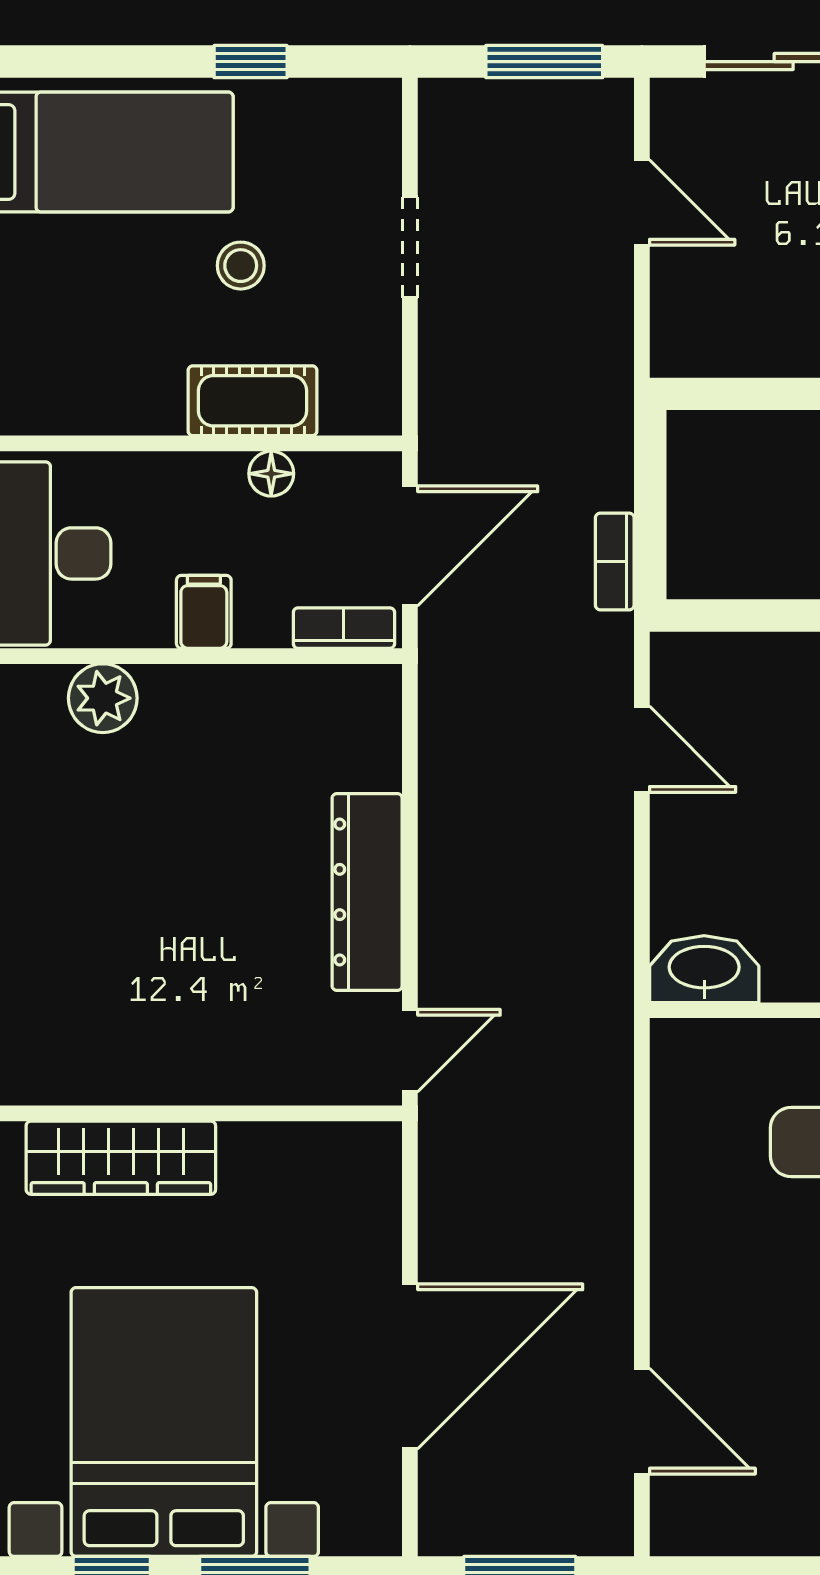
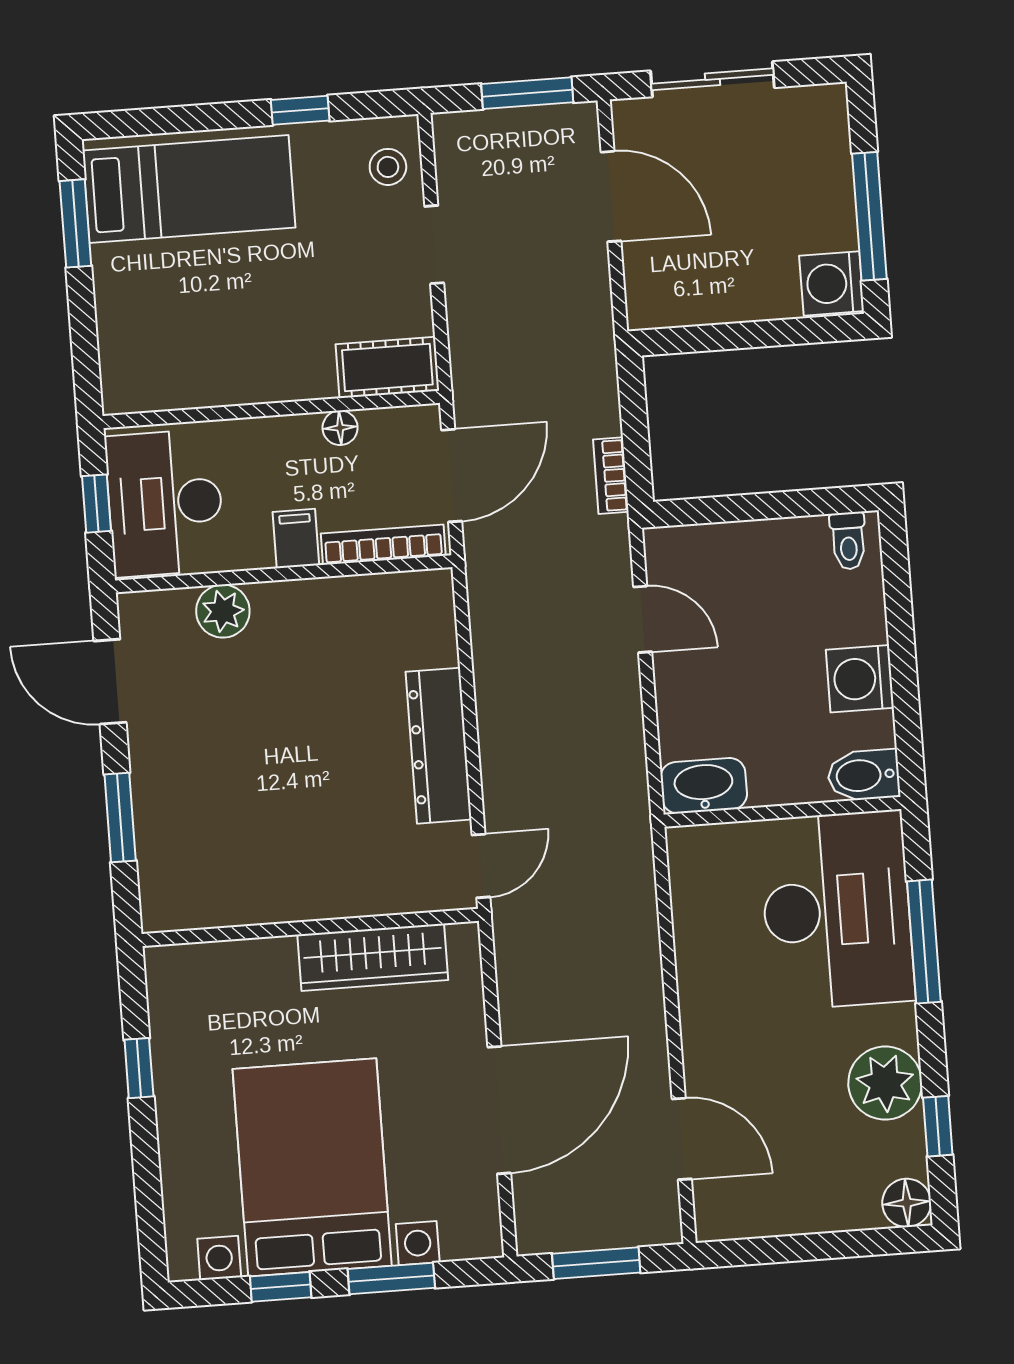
door: (642, 202) -> (611, 196), width x1.38
stool: (241, 266) -> (388, 167), moved
cot: (253, 401) -> (387, 367), moved
bookcase: (344, 628) -> (383, 545), width x1.56
wardrobe: (121, 1158) -> (373, 957), moved

